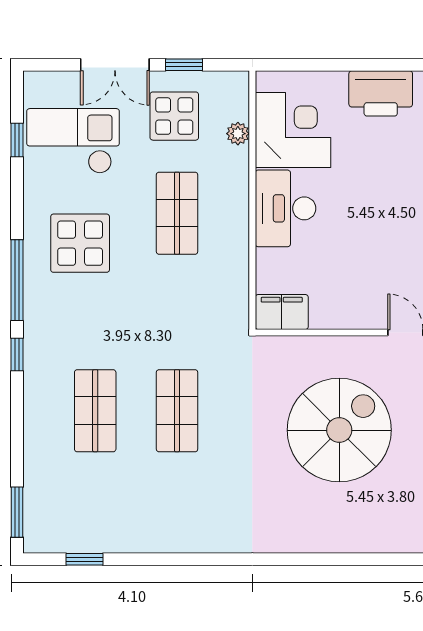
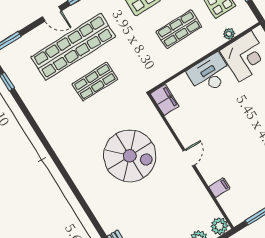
shop shelf: (95, 411) -> (73, 47), width x2.00, depth x1.36
door: (17, 412) -> (52, 14), added

